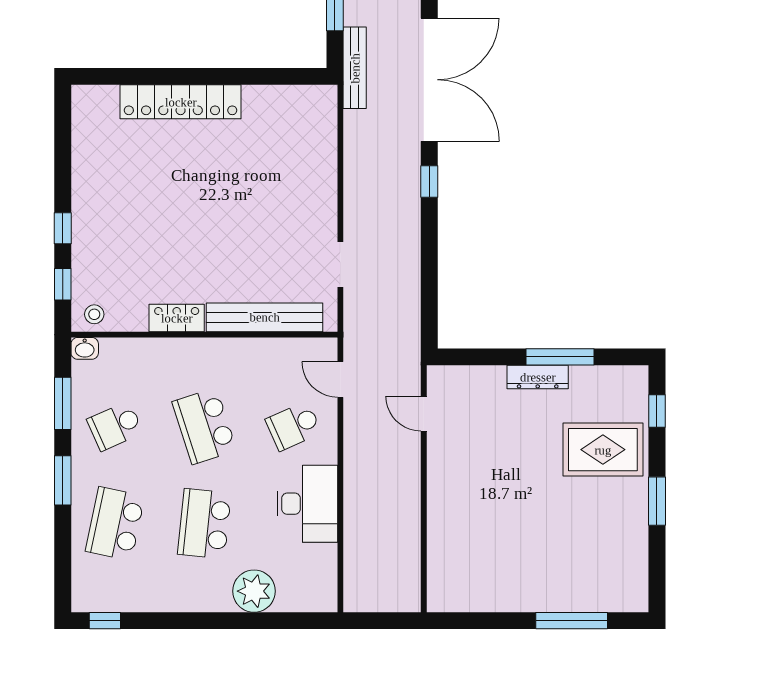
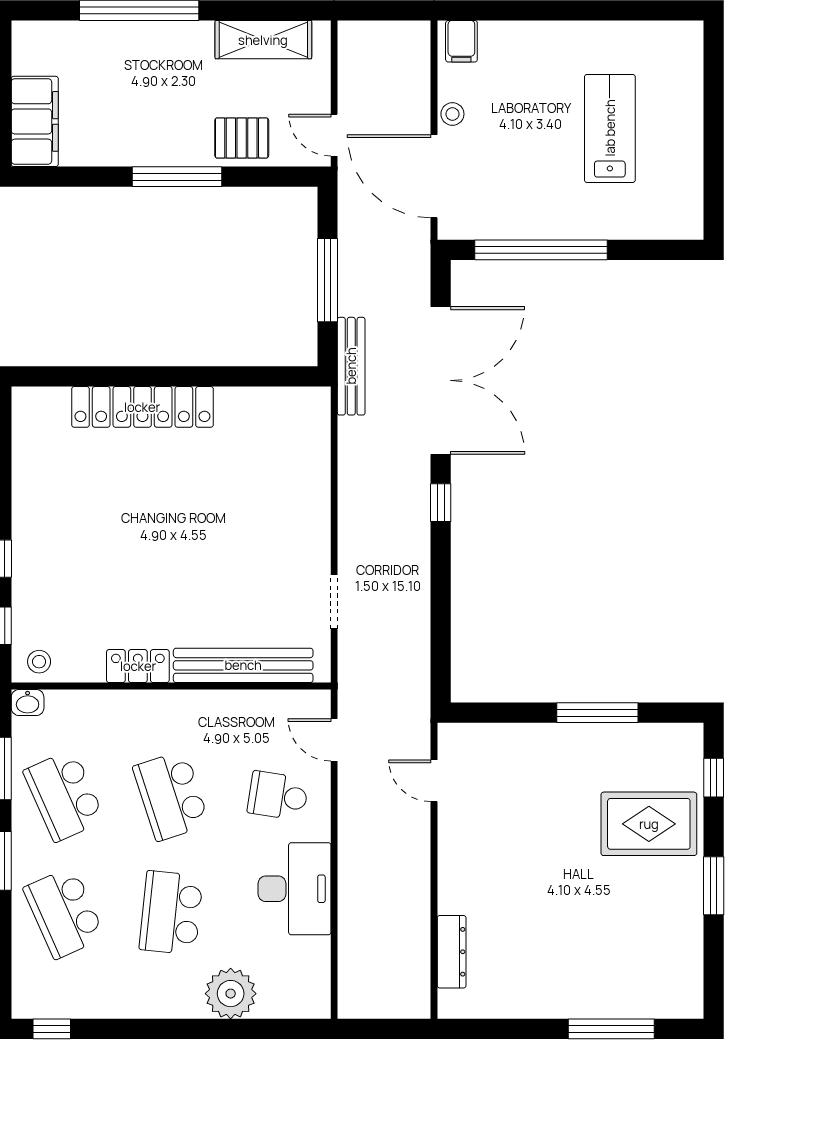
dresser: (538, 377) -> (452, 952), moved, turned -90
school desk: (115, 426) -> (64, 796), width x1.85
school desk: (294, 426) -> (278, 796), turned 33
school desk: (115, 524) -> (64, 913), turned -36

